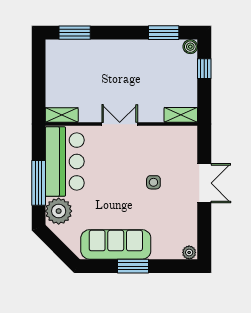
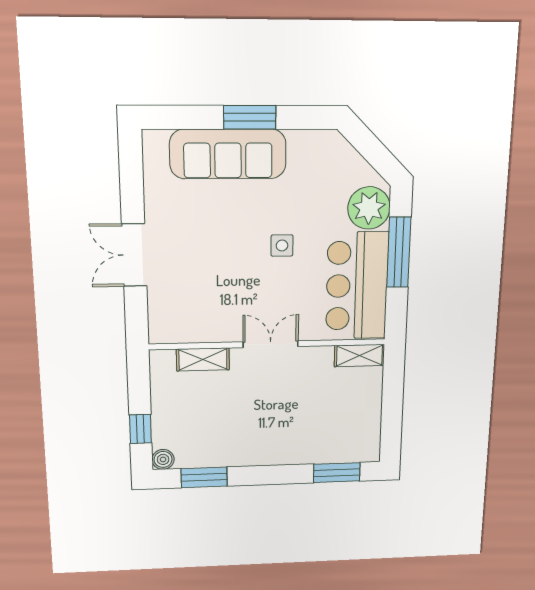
shelving: (181, 115) -> (203, 359), moved
double door: (120, 124) -> (271, 344), swing flipped
side table: (153, 182) -> (282, 246), moved
sofa: (116, 244) -> (228, 154), moved
plant: (189, 252) -> (156, 140), removed

